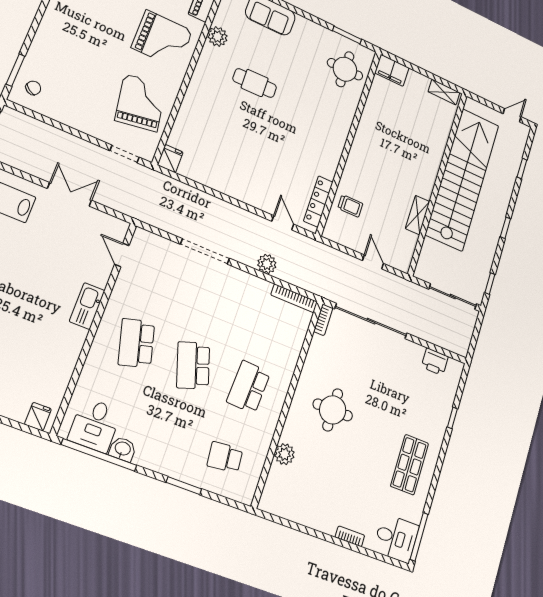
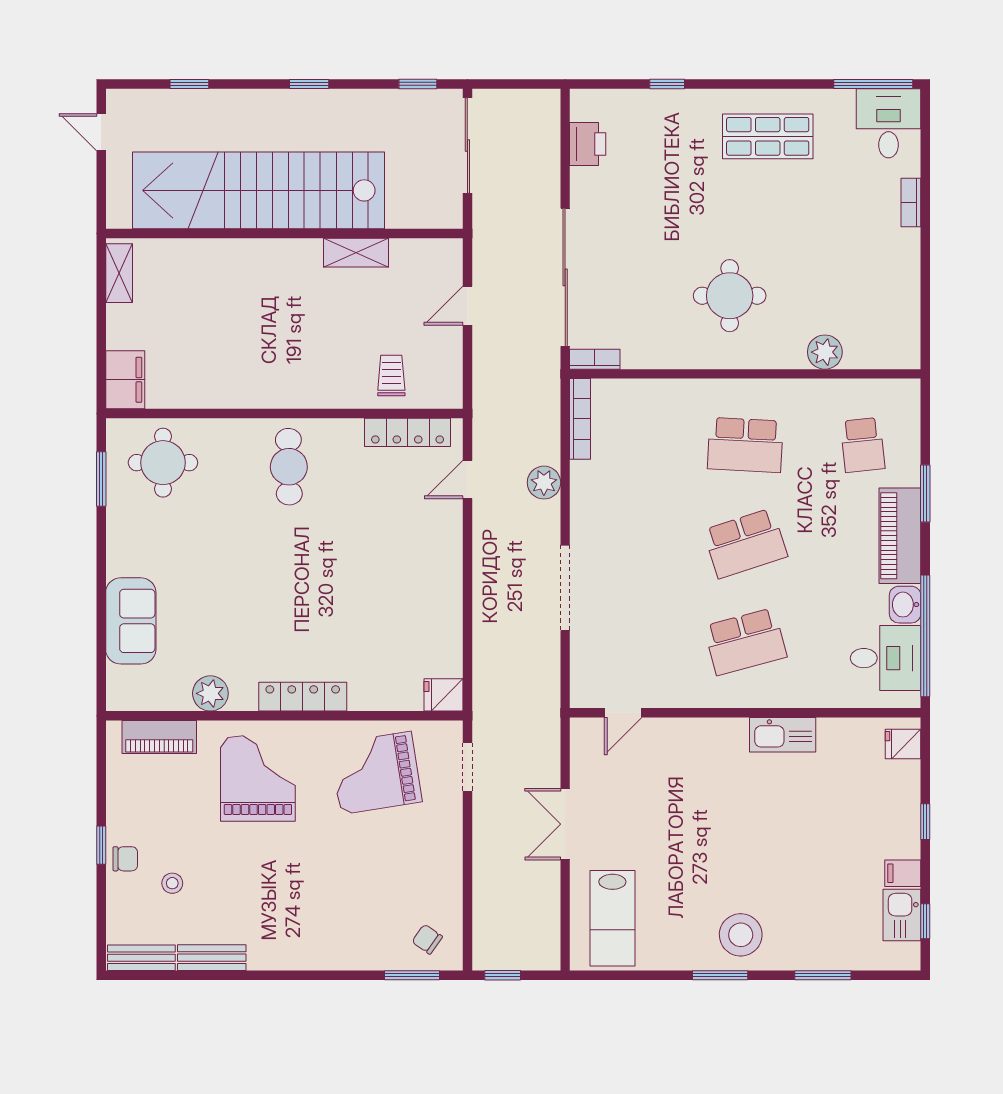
locker: (198, 83) -> (303, 697), added
cafe table: (255, 83) -> (289, 467), moved
kitchen sink: (87, 306) -> (783, 735), moved
piano: (165, 461) -> (900, 536), added

